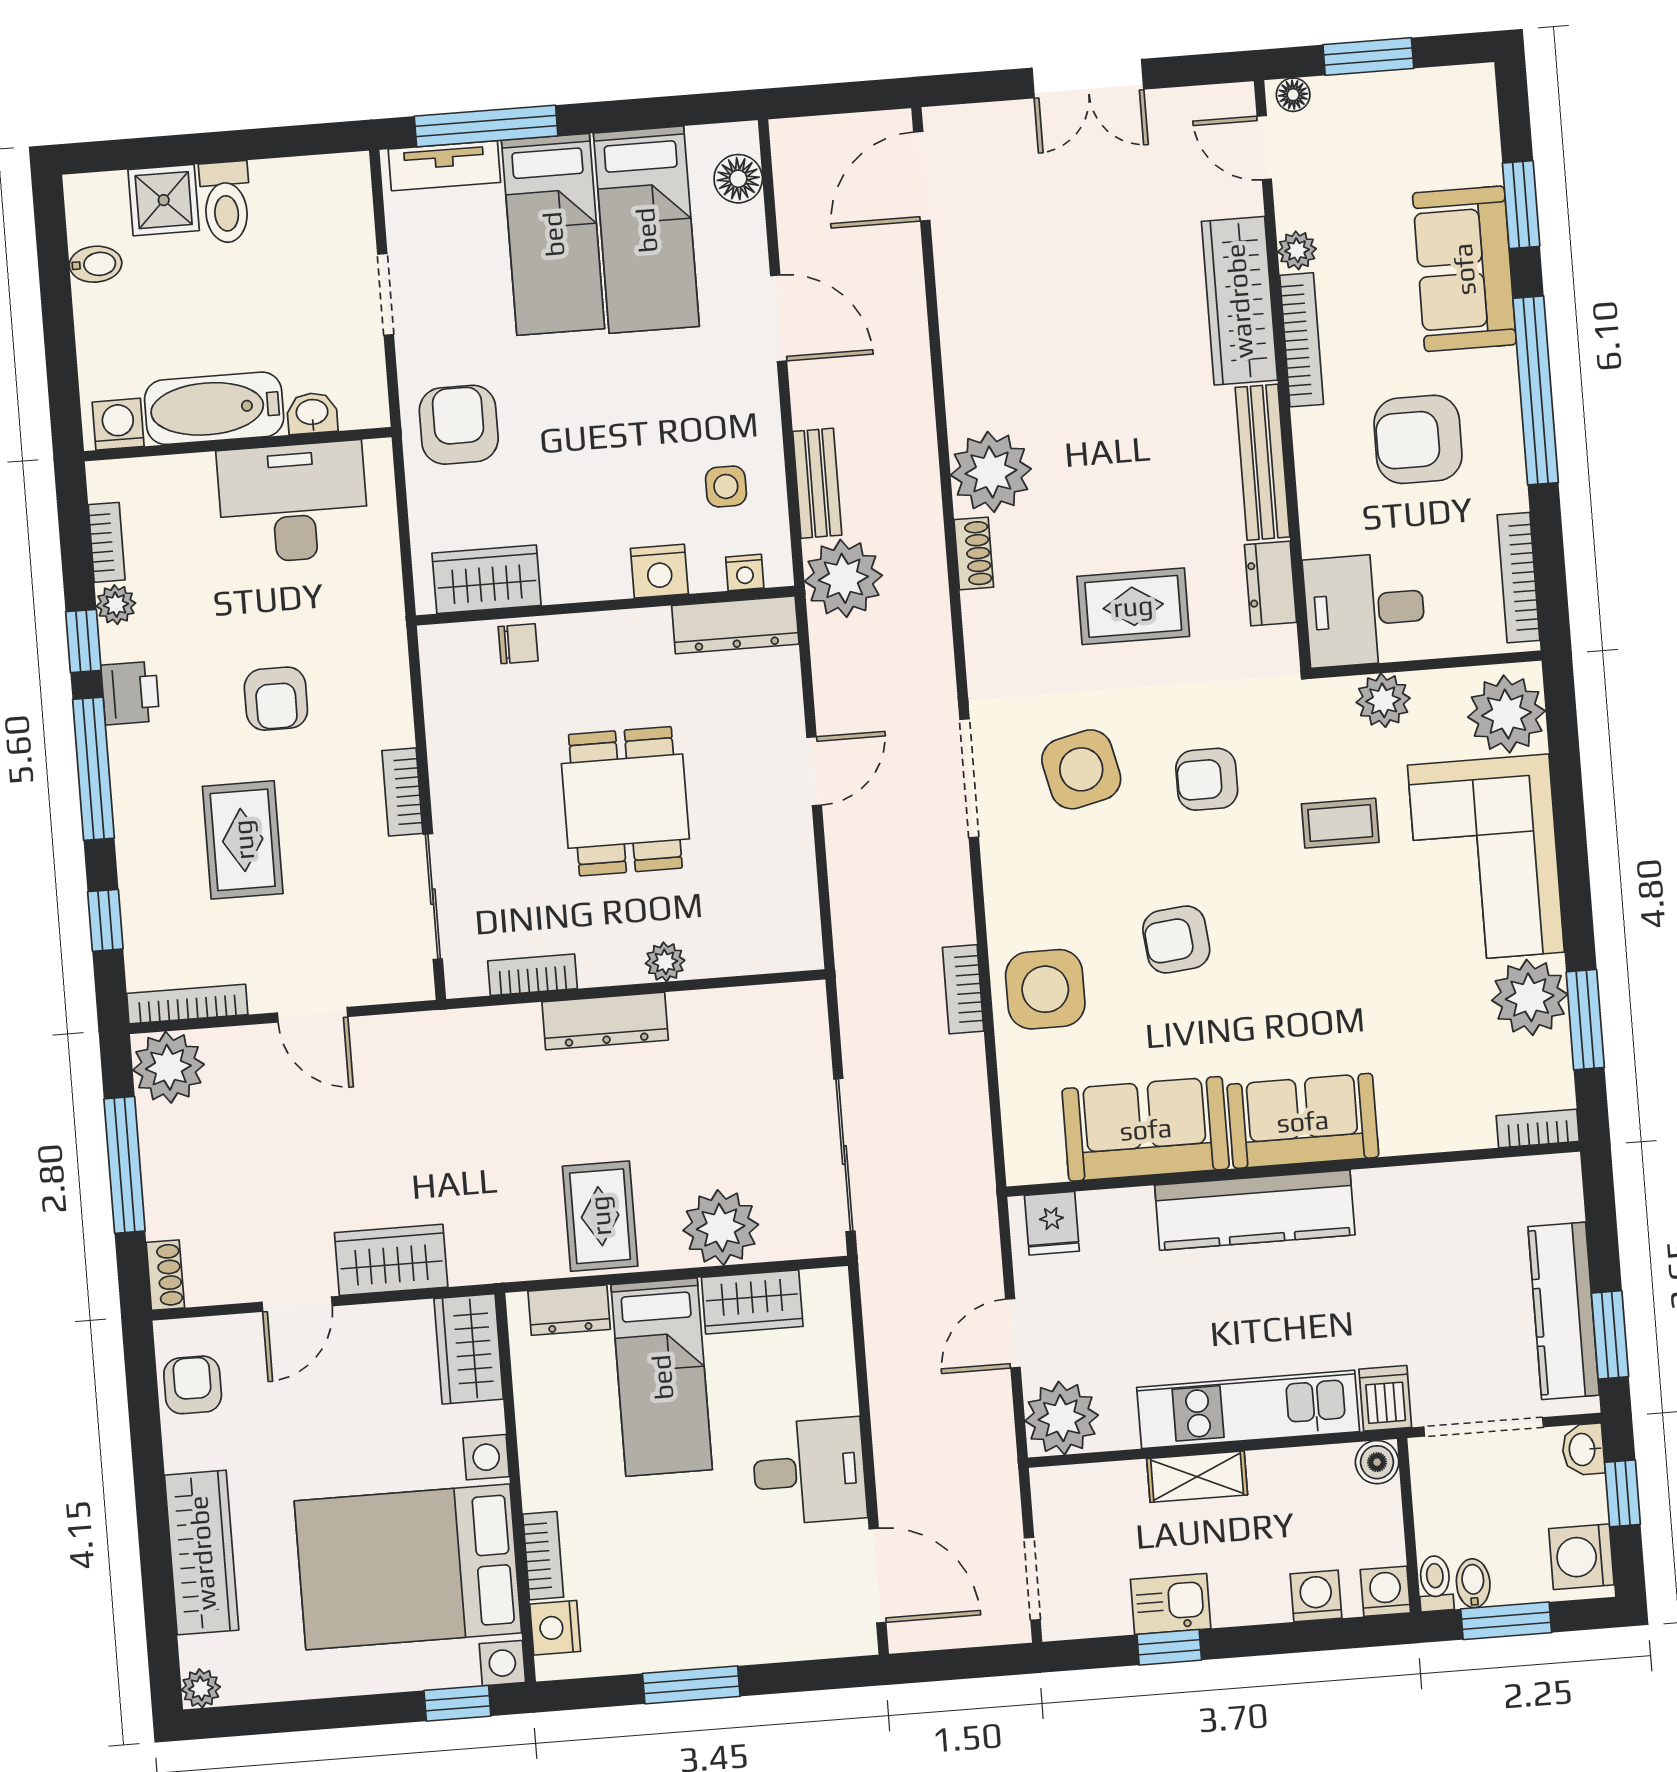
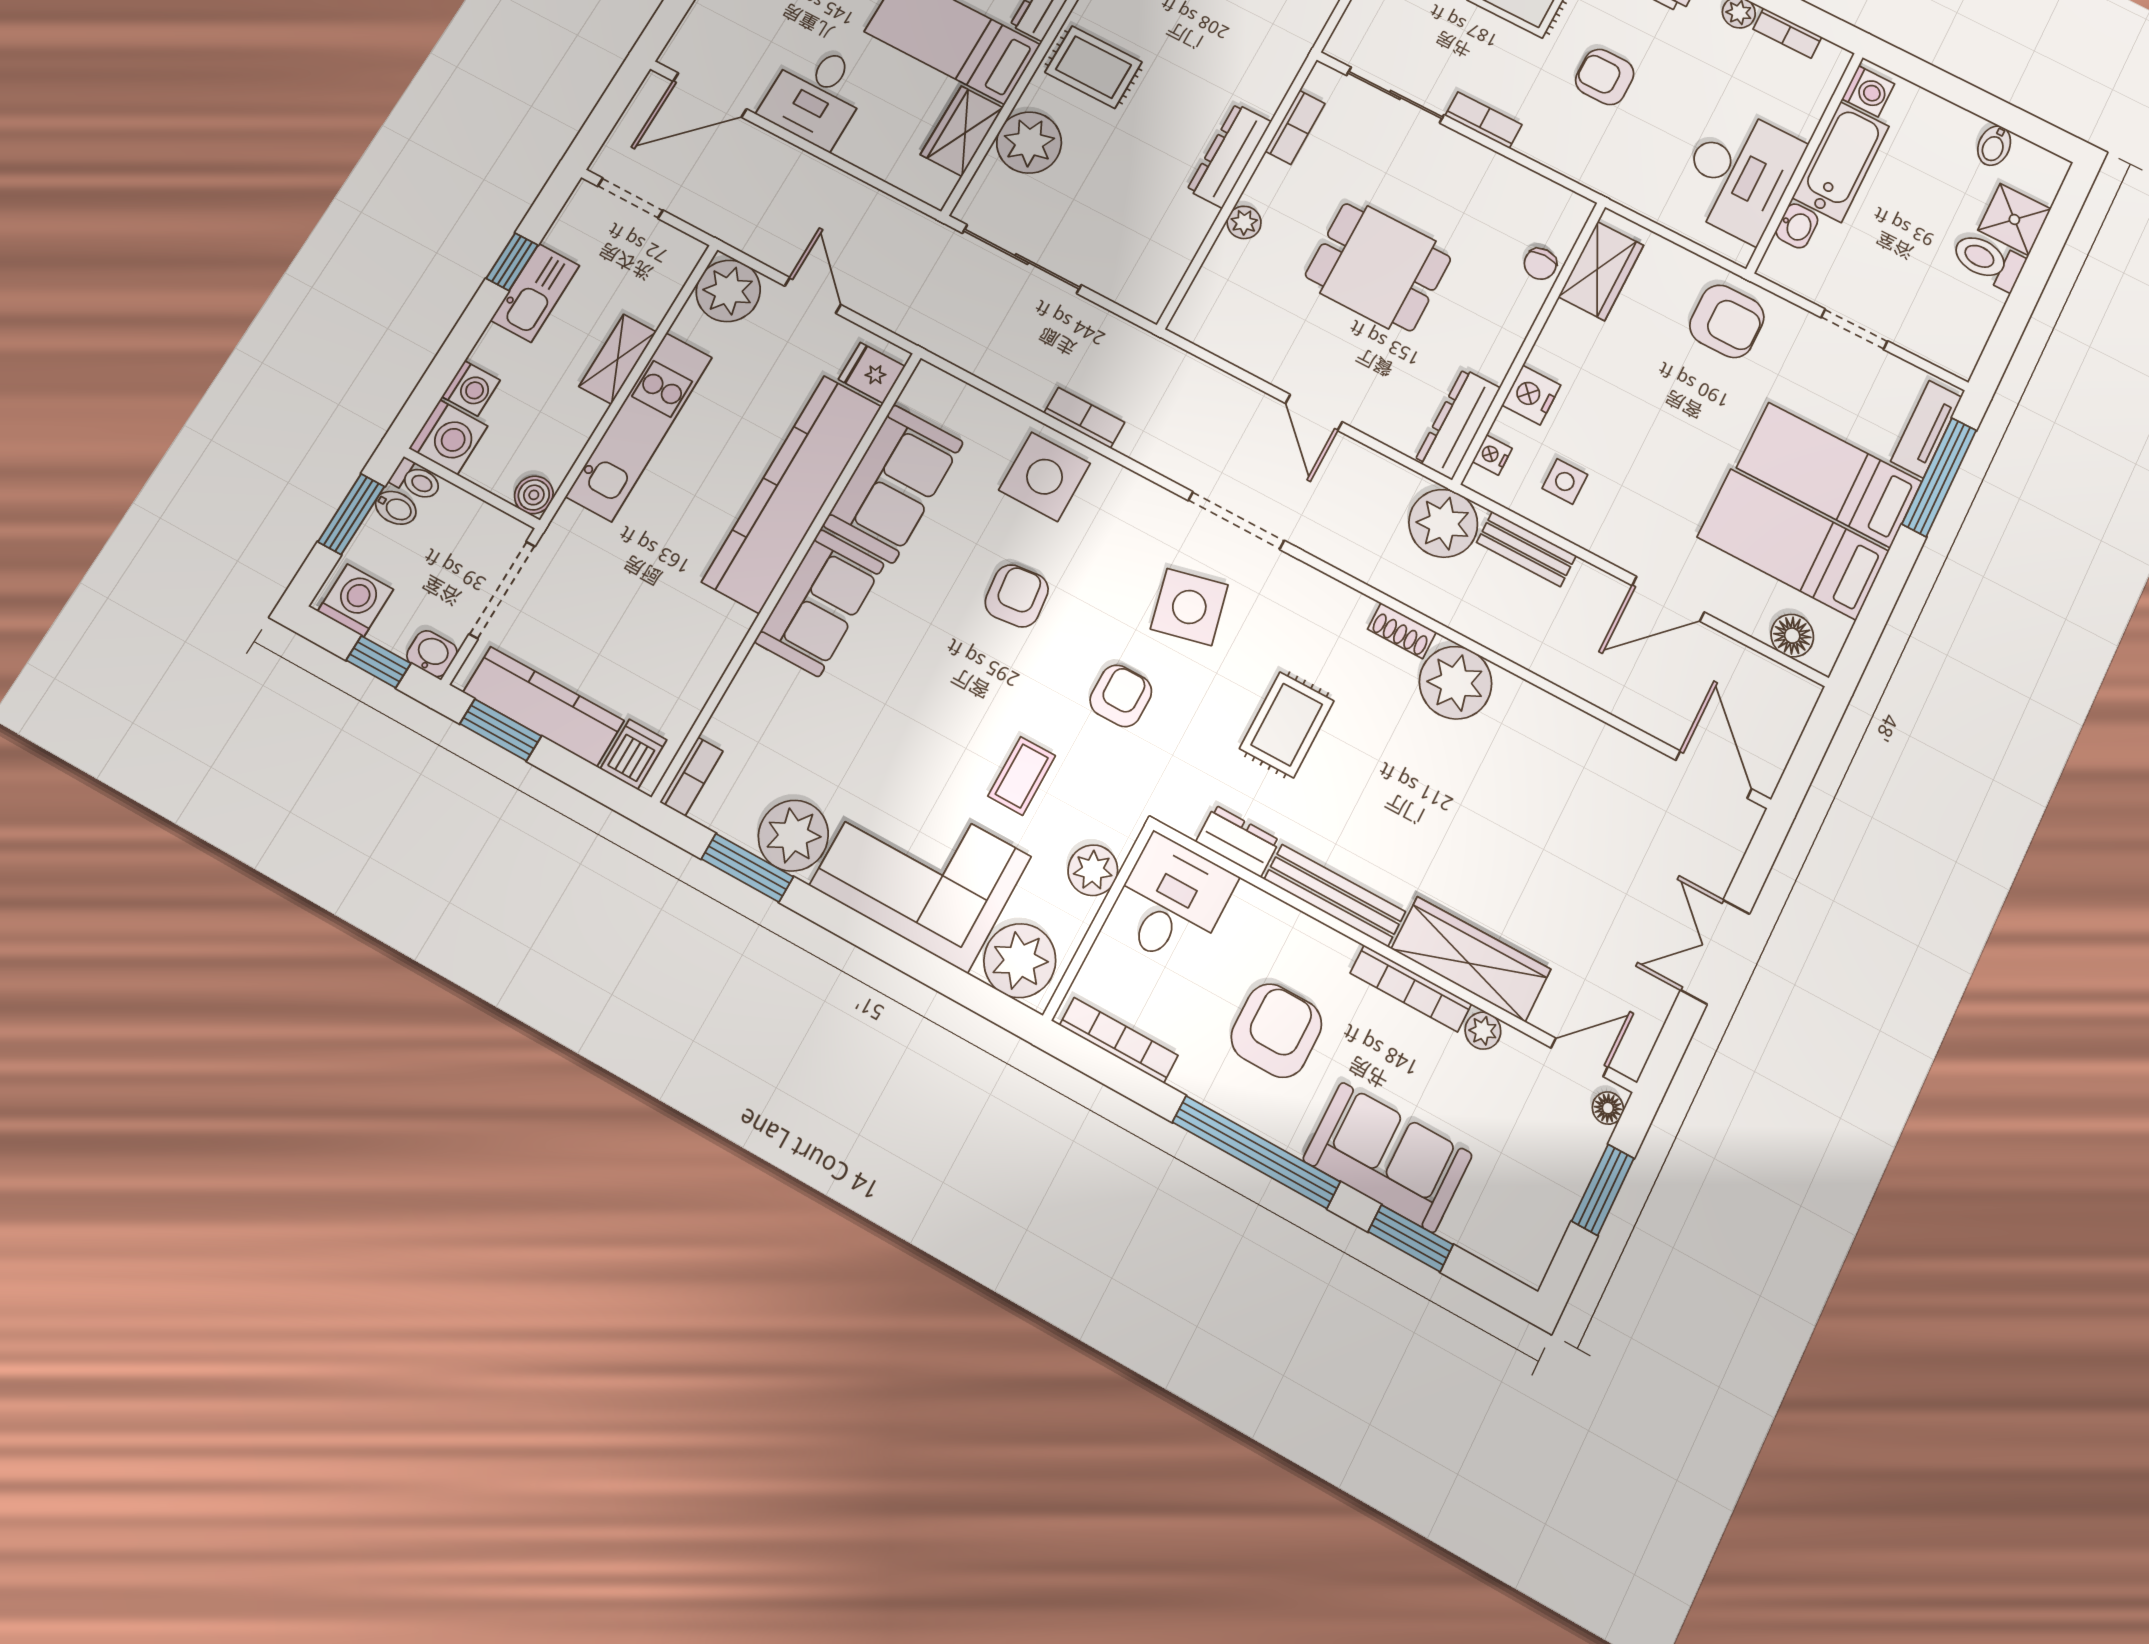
kitchen counter: (1255, 1210) -> (792, 494), width x1.39, depth x1.17
dishwasher: (1385, 1398) -> (633, 754), moved, turned -90
washing machine: (1385, 1591) -> (448, 437), width x1.38, depth x1.38
kitchen sink: (1171, 1604) -> (535, 293), width x1.38

